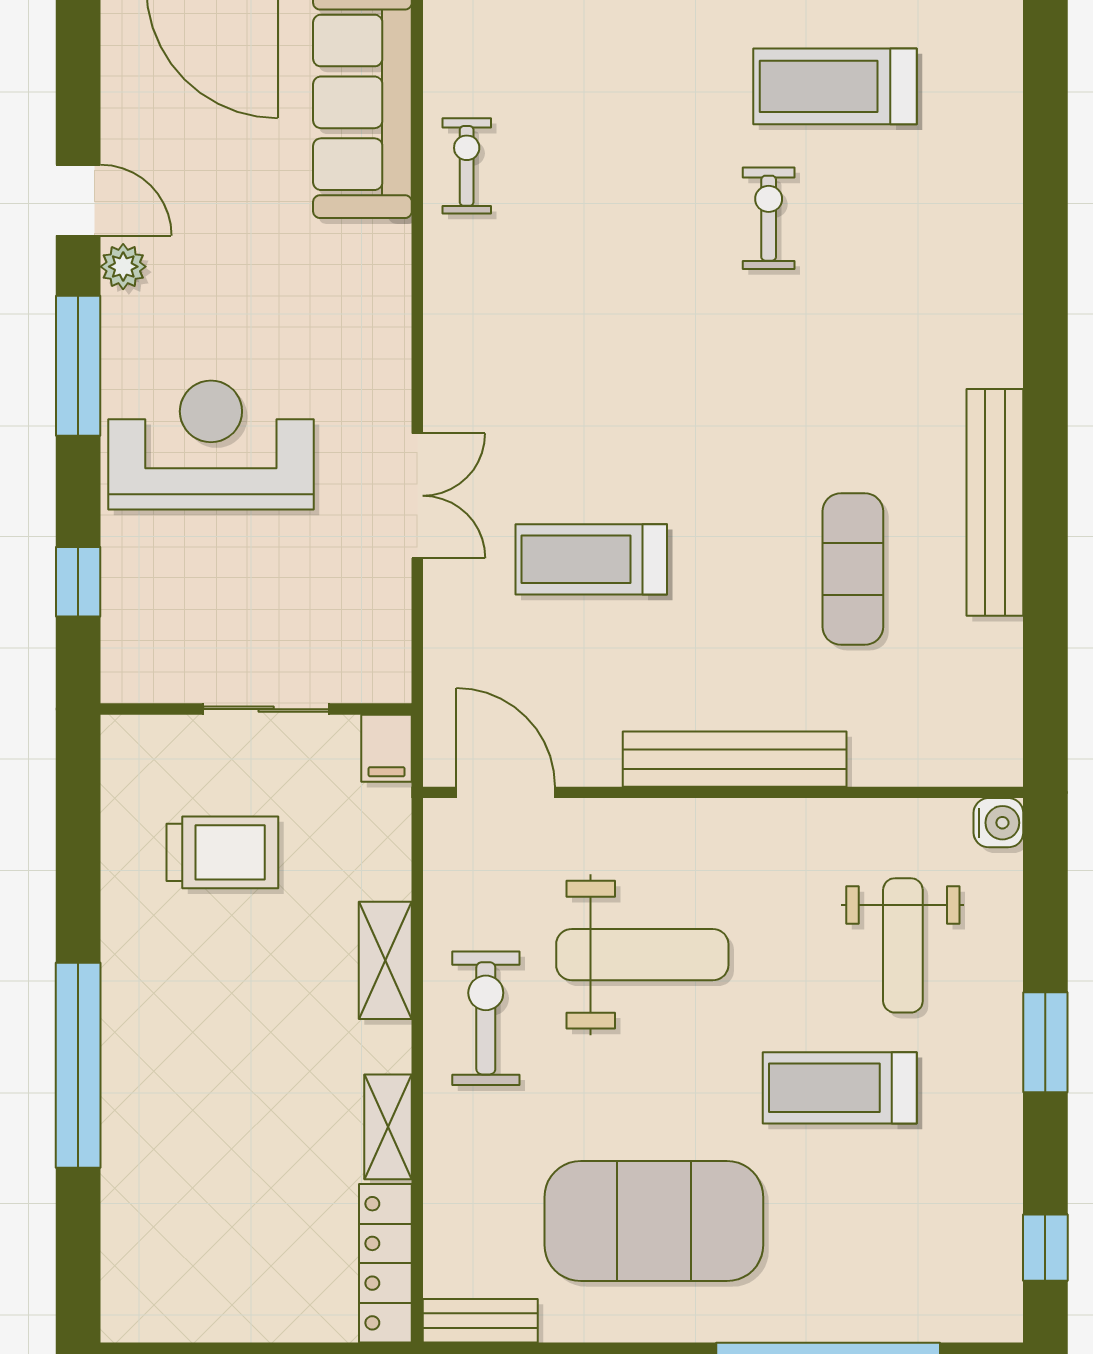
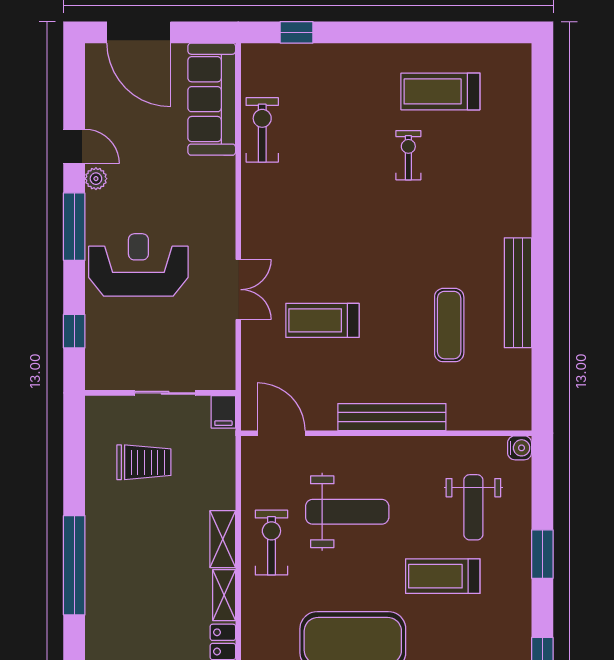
exercise bike: (467, 166) -> (262, 130), width x1.38, depth x1.39
shelving: (385, 960) -> (223, 539), moved

